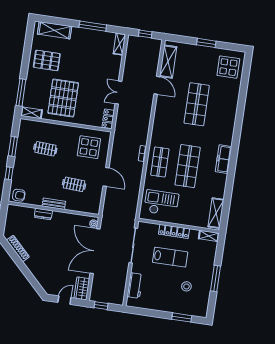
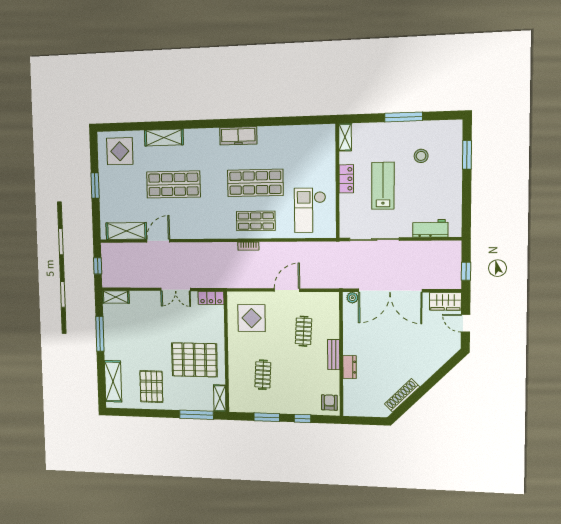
shelving: (216, 213) -> (164, 138), moved
locker: (174, 231) -> (346, 179), width x0.66

